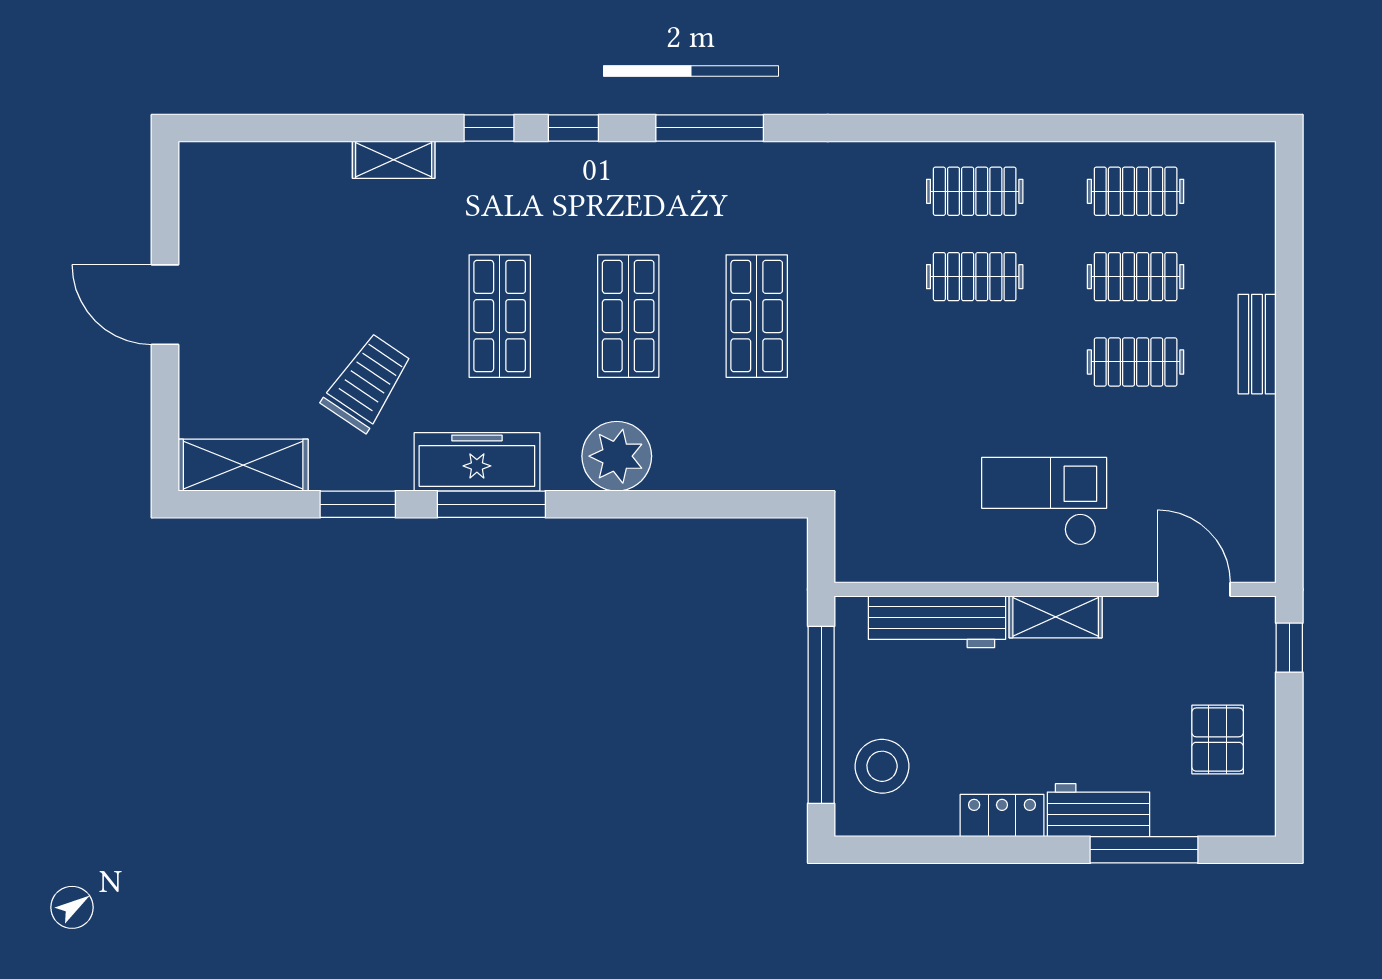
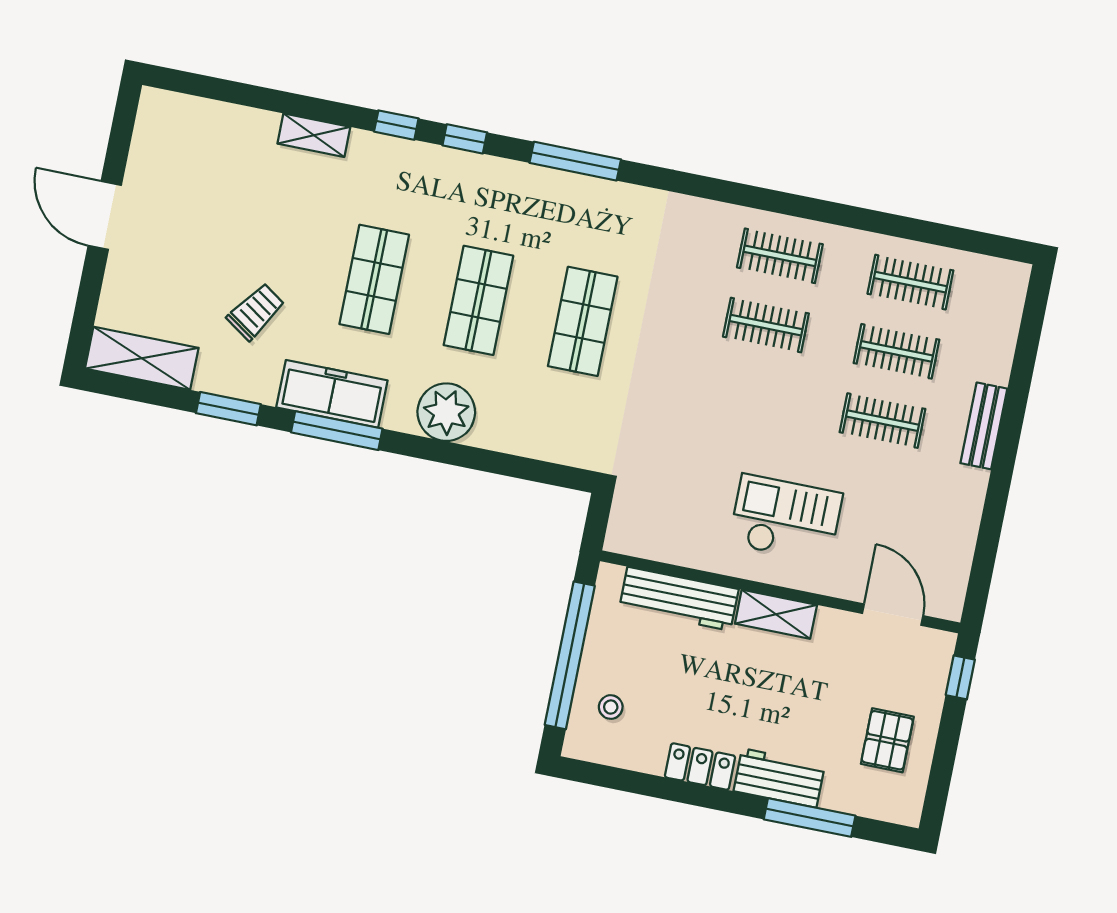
trolley: (367, 383) -> (256, 312), width x0.73, depth x0.72
stool: (882, 766) -> (611, 707), width x0.53, depth x0.53

